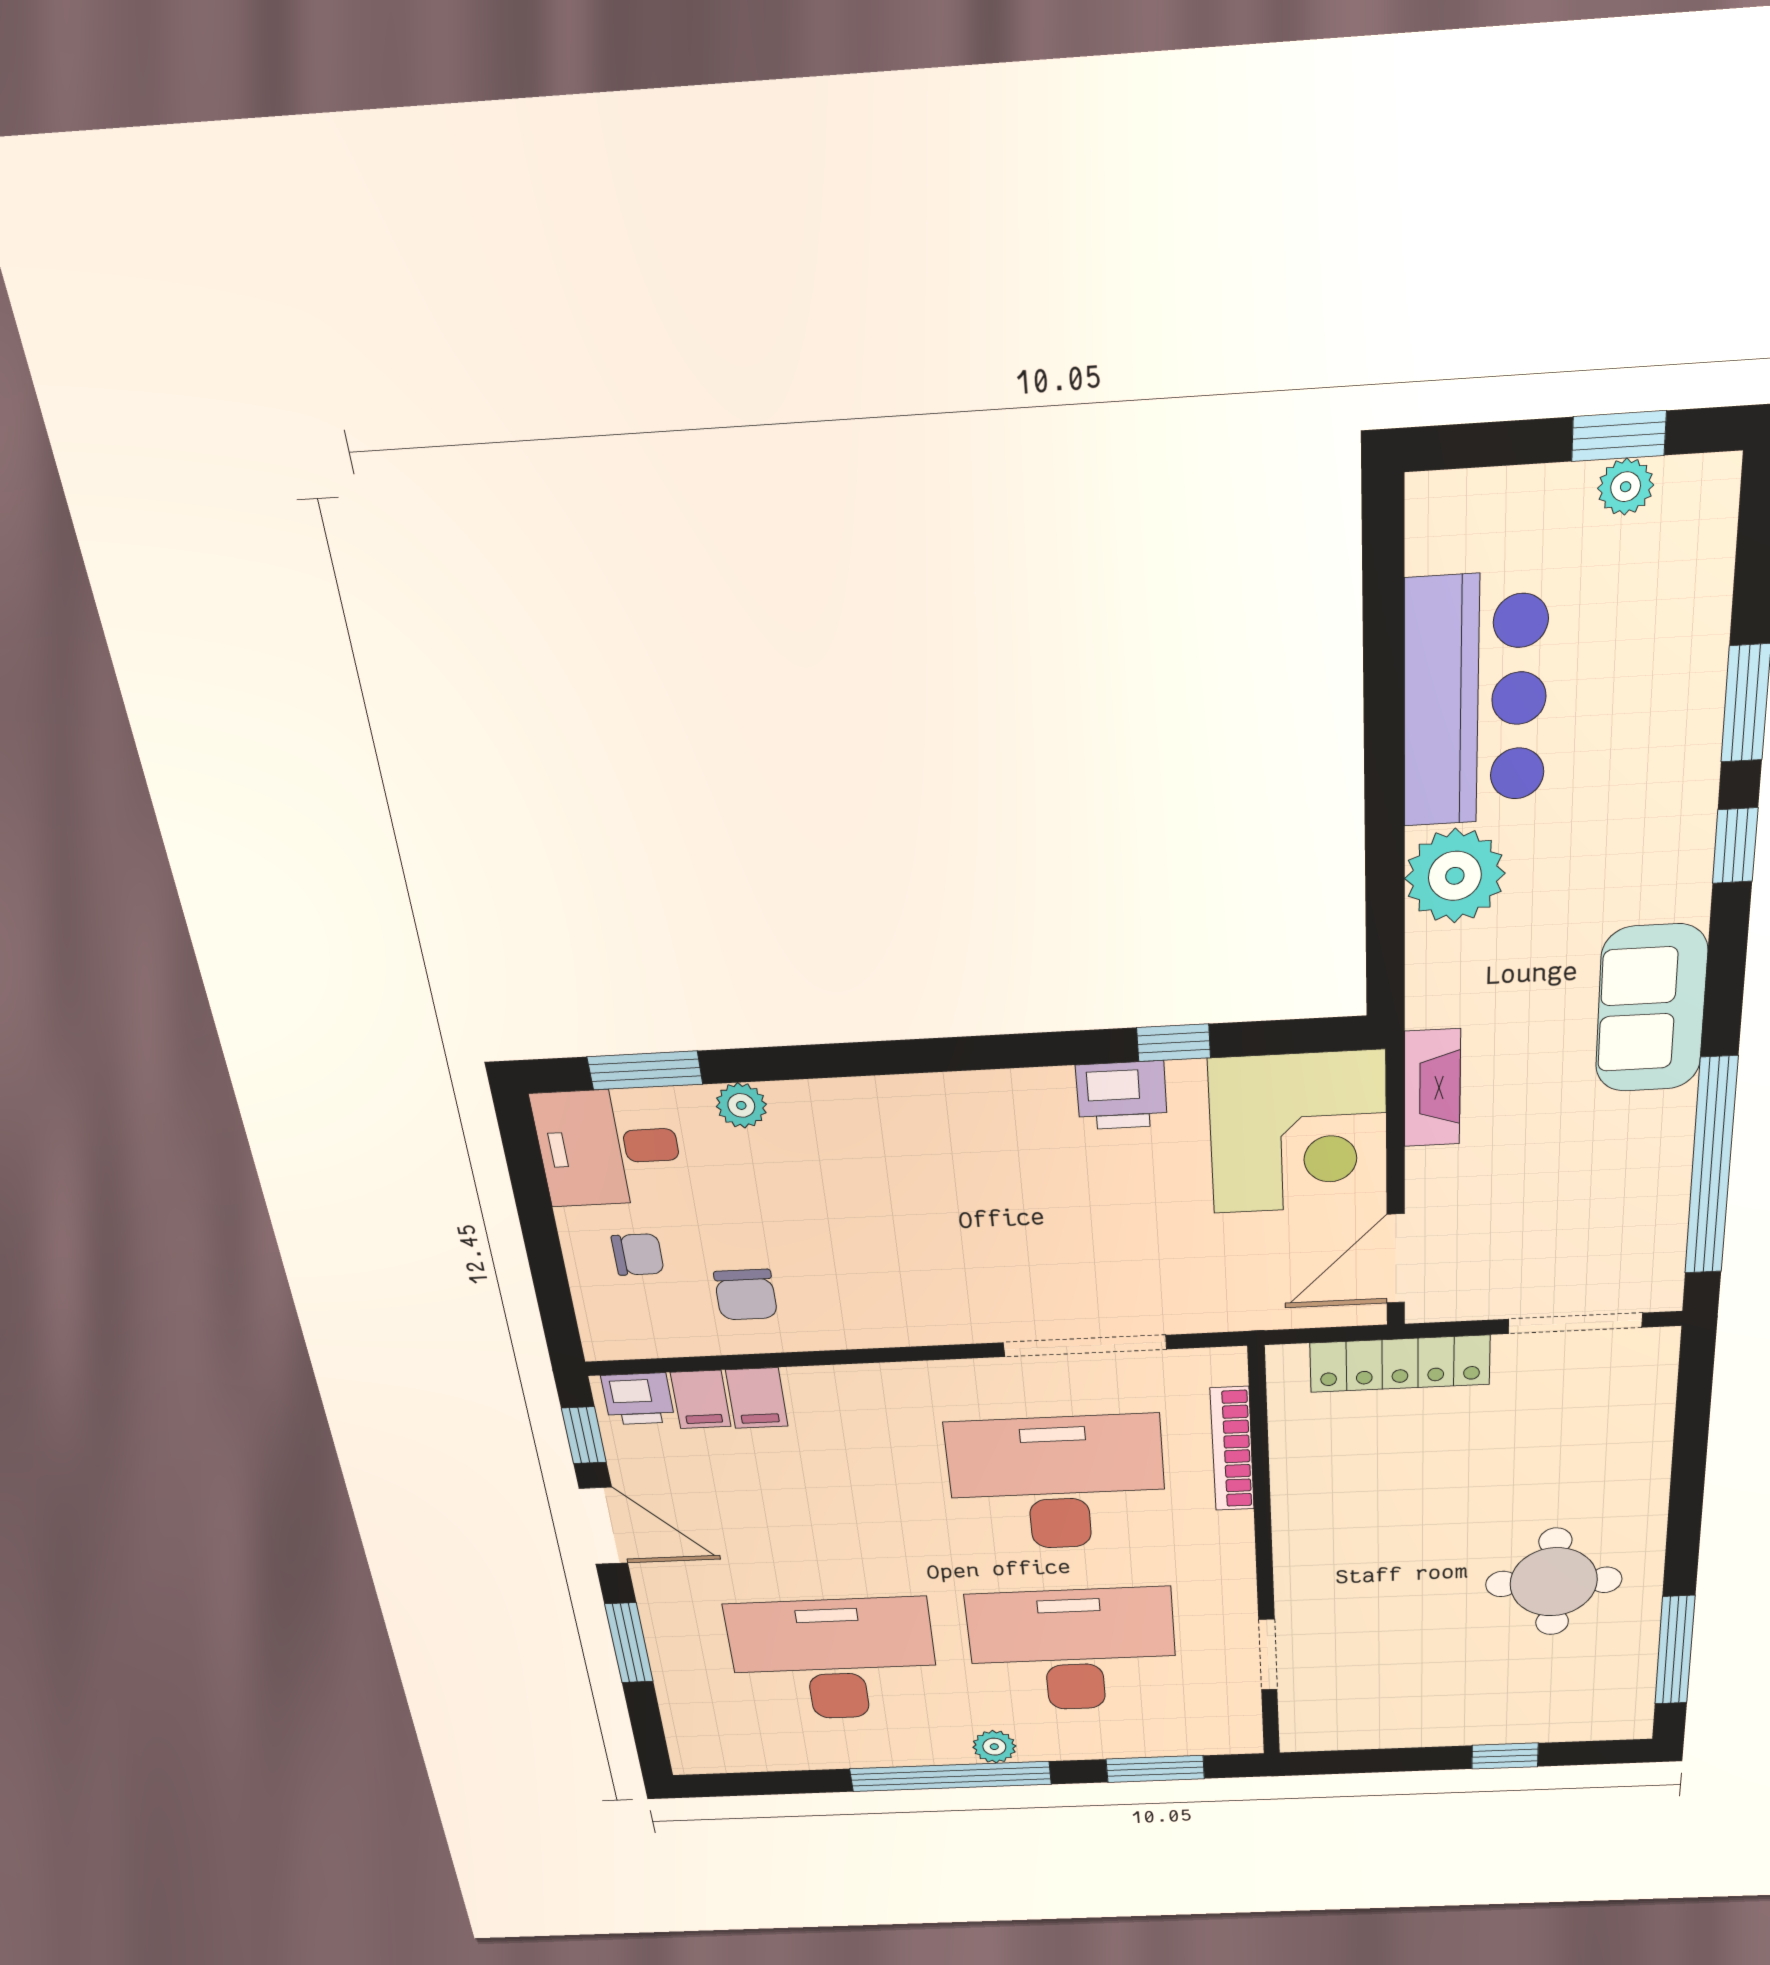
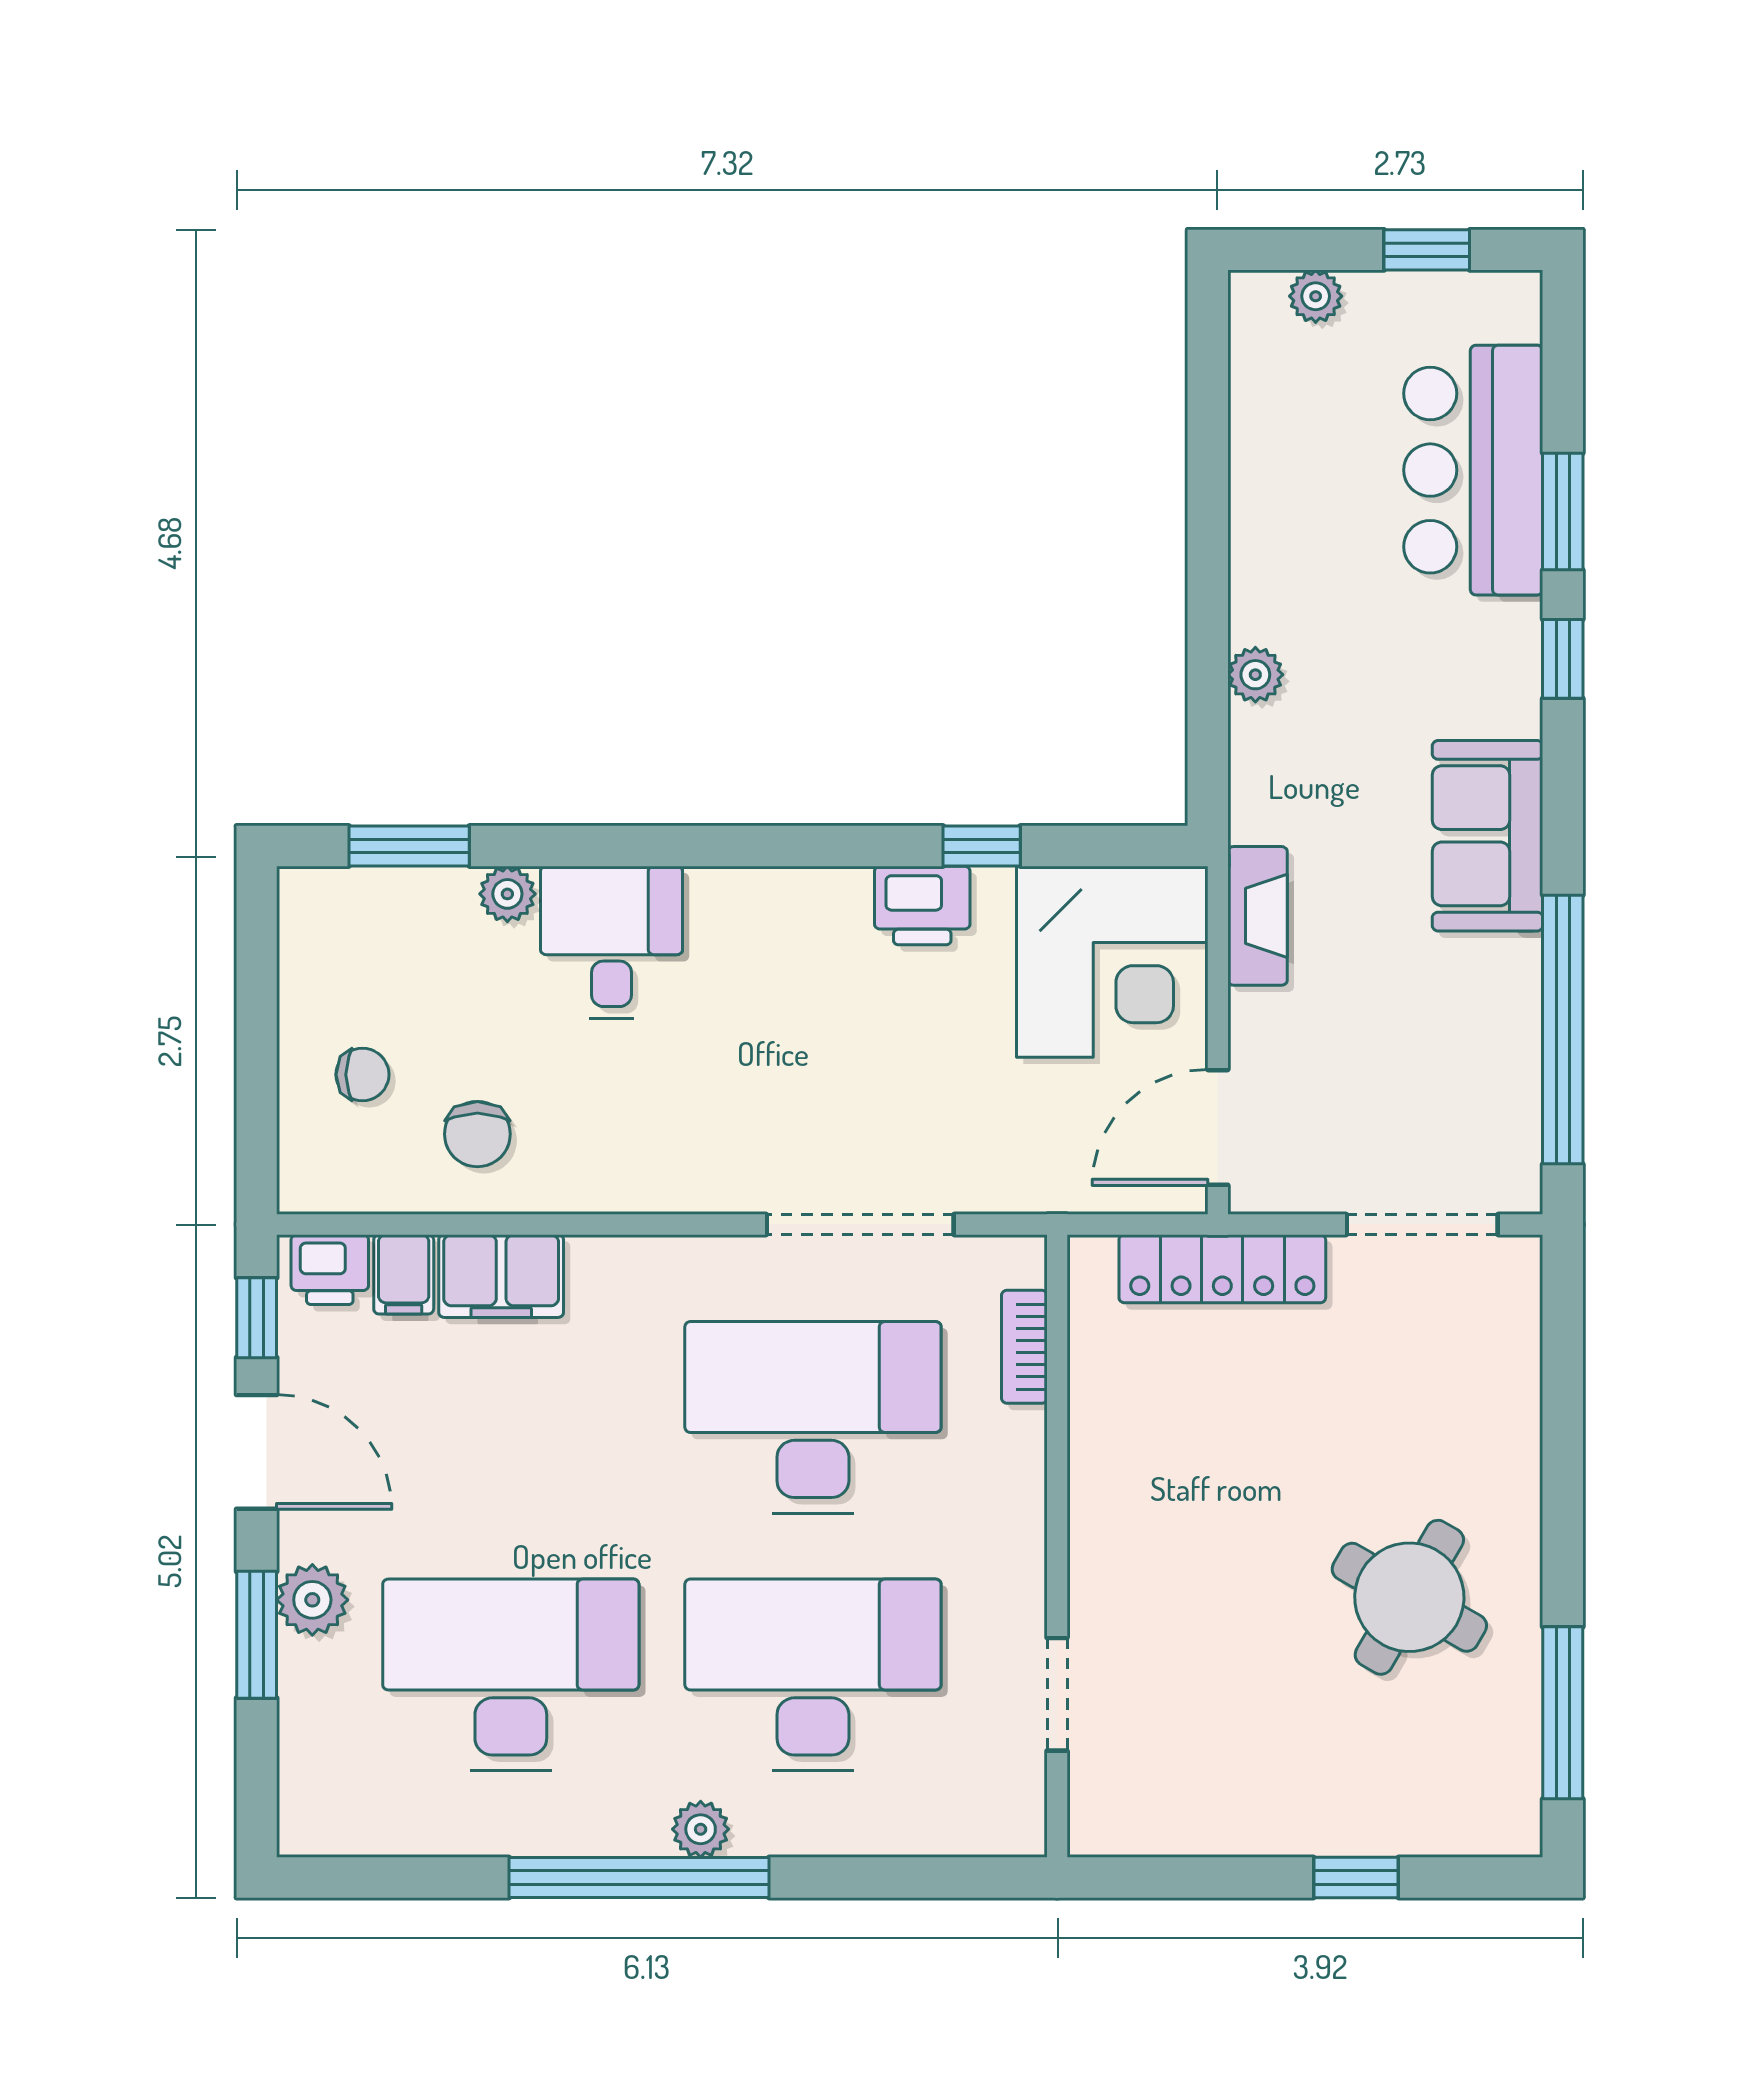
plant: (1626, 487) -> (1316, 296), moved
bar counter: (1475, 701) -> (1473, 470), moved, turned 180
plant: (1455, 876) -> (1255, 675), width x0.53, depth x0.53
desk: (609, 1147) -> (611, 943), moved, turned 90
filing cabinet: (757, 1398) -> (501, 1276), width x2.00
bookcase: (1232, 1449) -> (1024, 1347), width x0.64
round table: (1554, 1582) -> (1409, 1597), turned 30
plant: (668, 1619) -> (312, 1600), added
window: (1155, 1769) -> (906, 1878), removed

